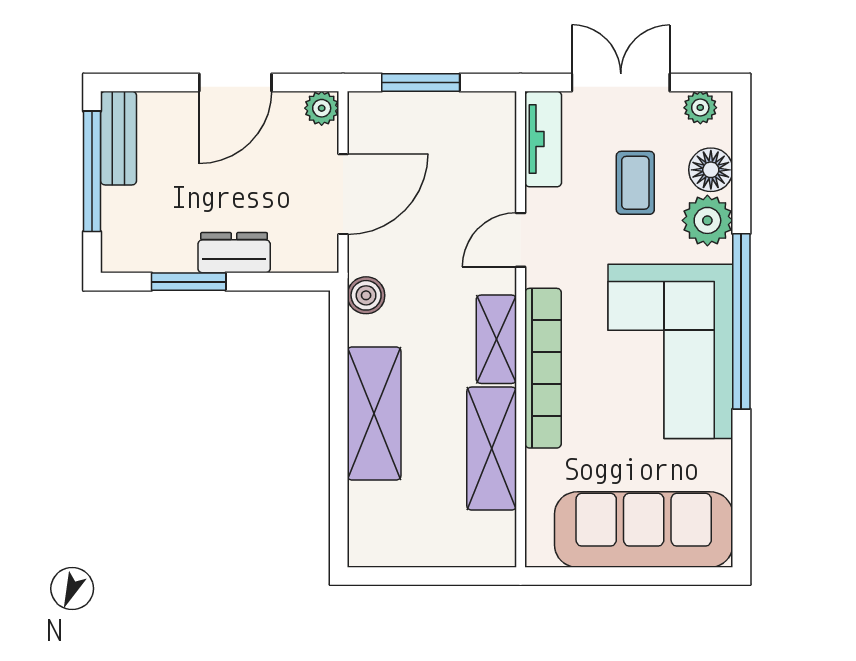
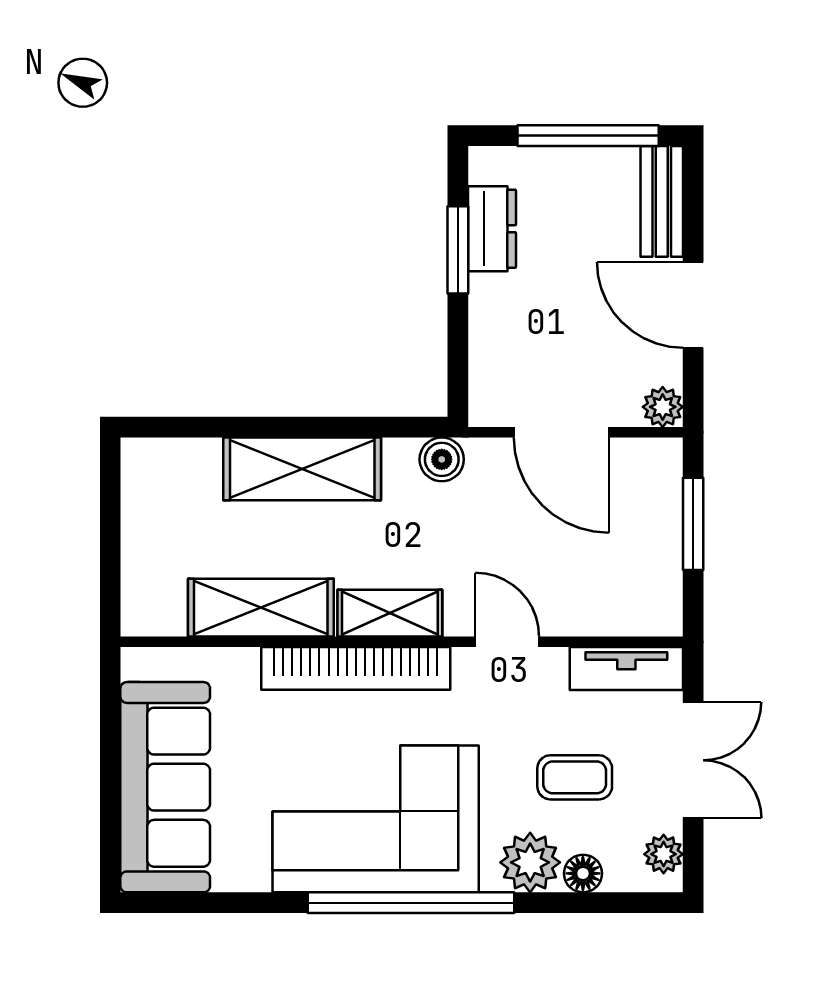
bench: (119, 138) -> (662, 201), moved, turned 90
floor lamp: (711, 170) -> (583, 873), width x0.73, depth x0.73
dresser: (234, 253) -> (492, 229), moved

